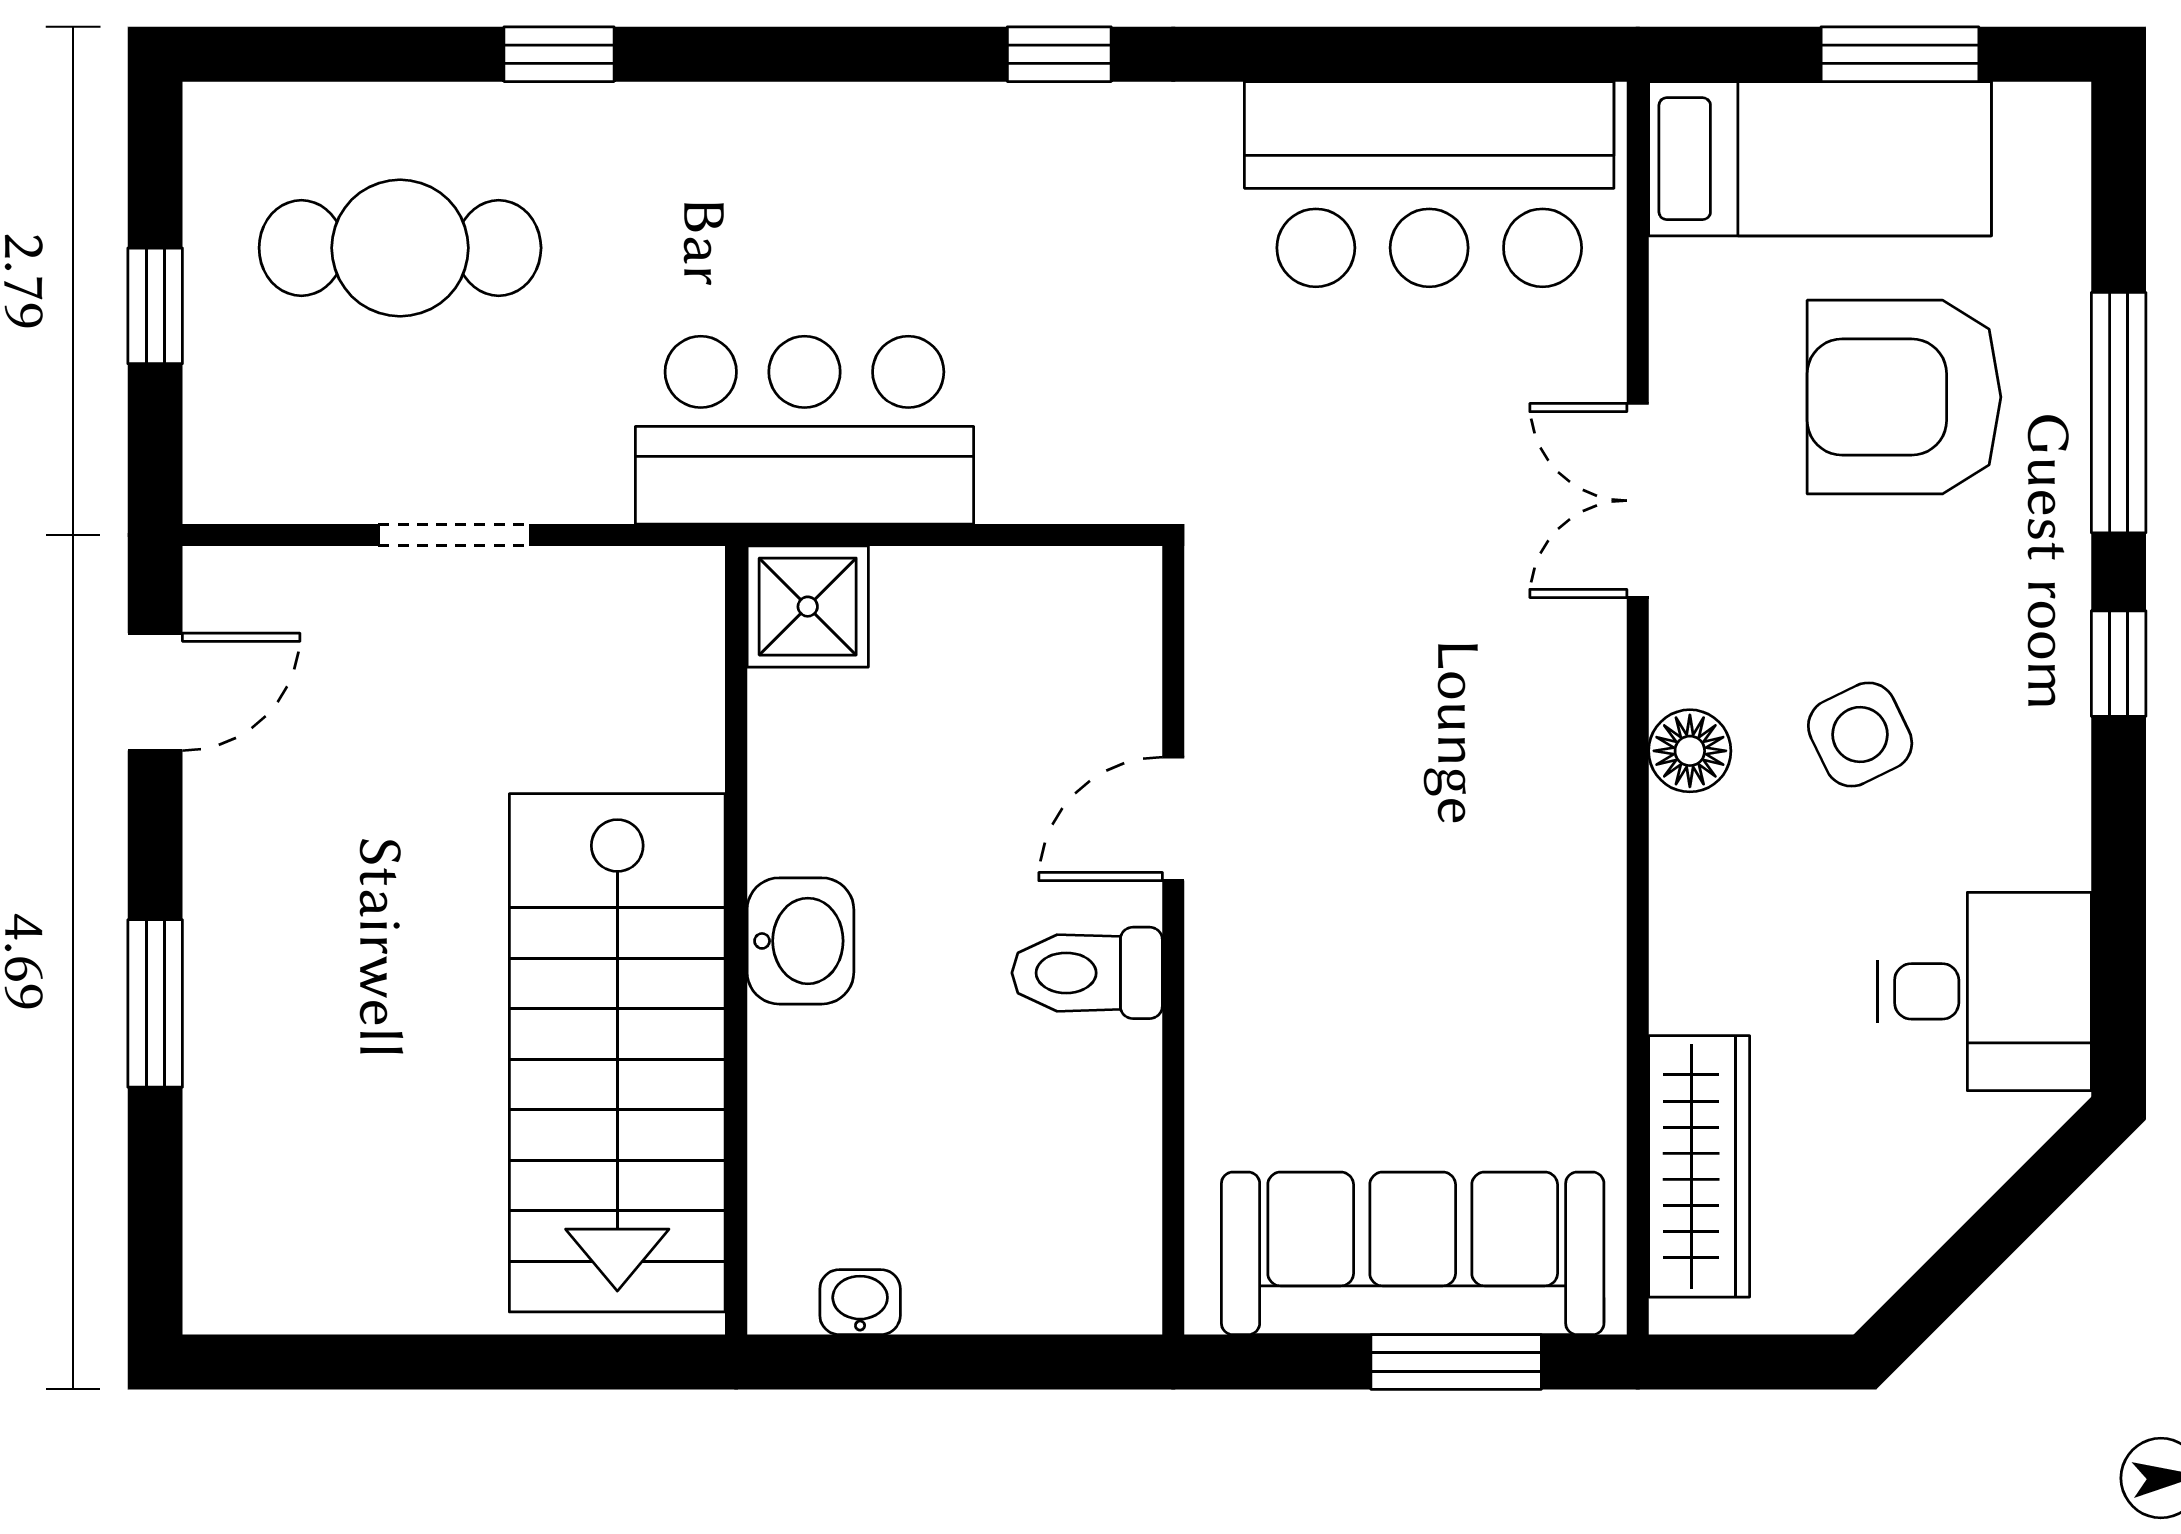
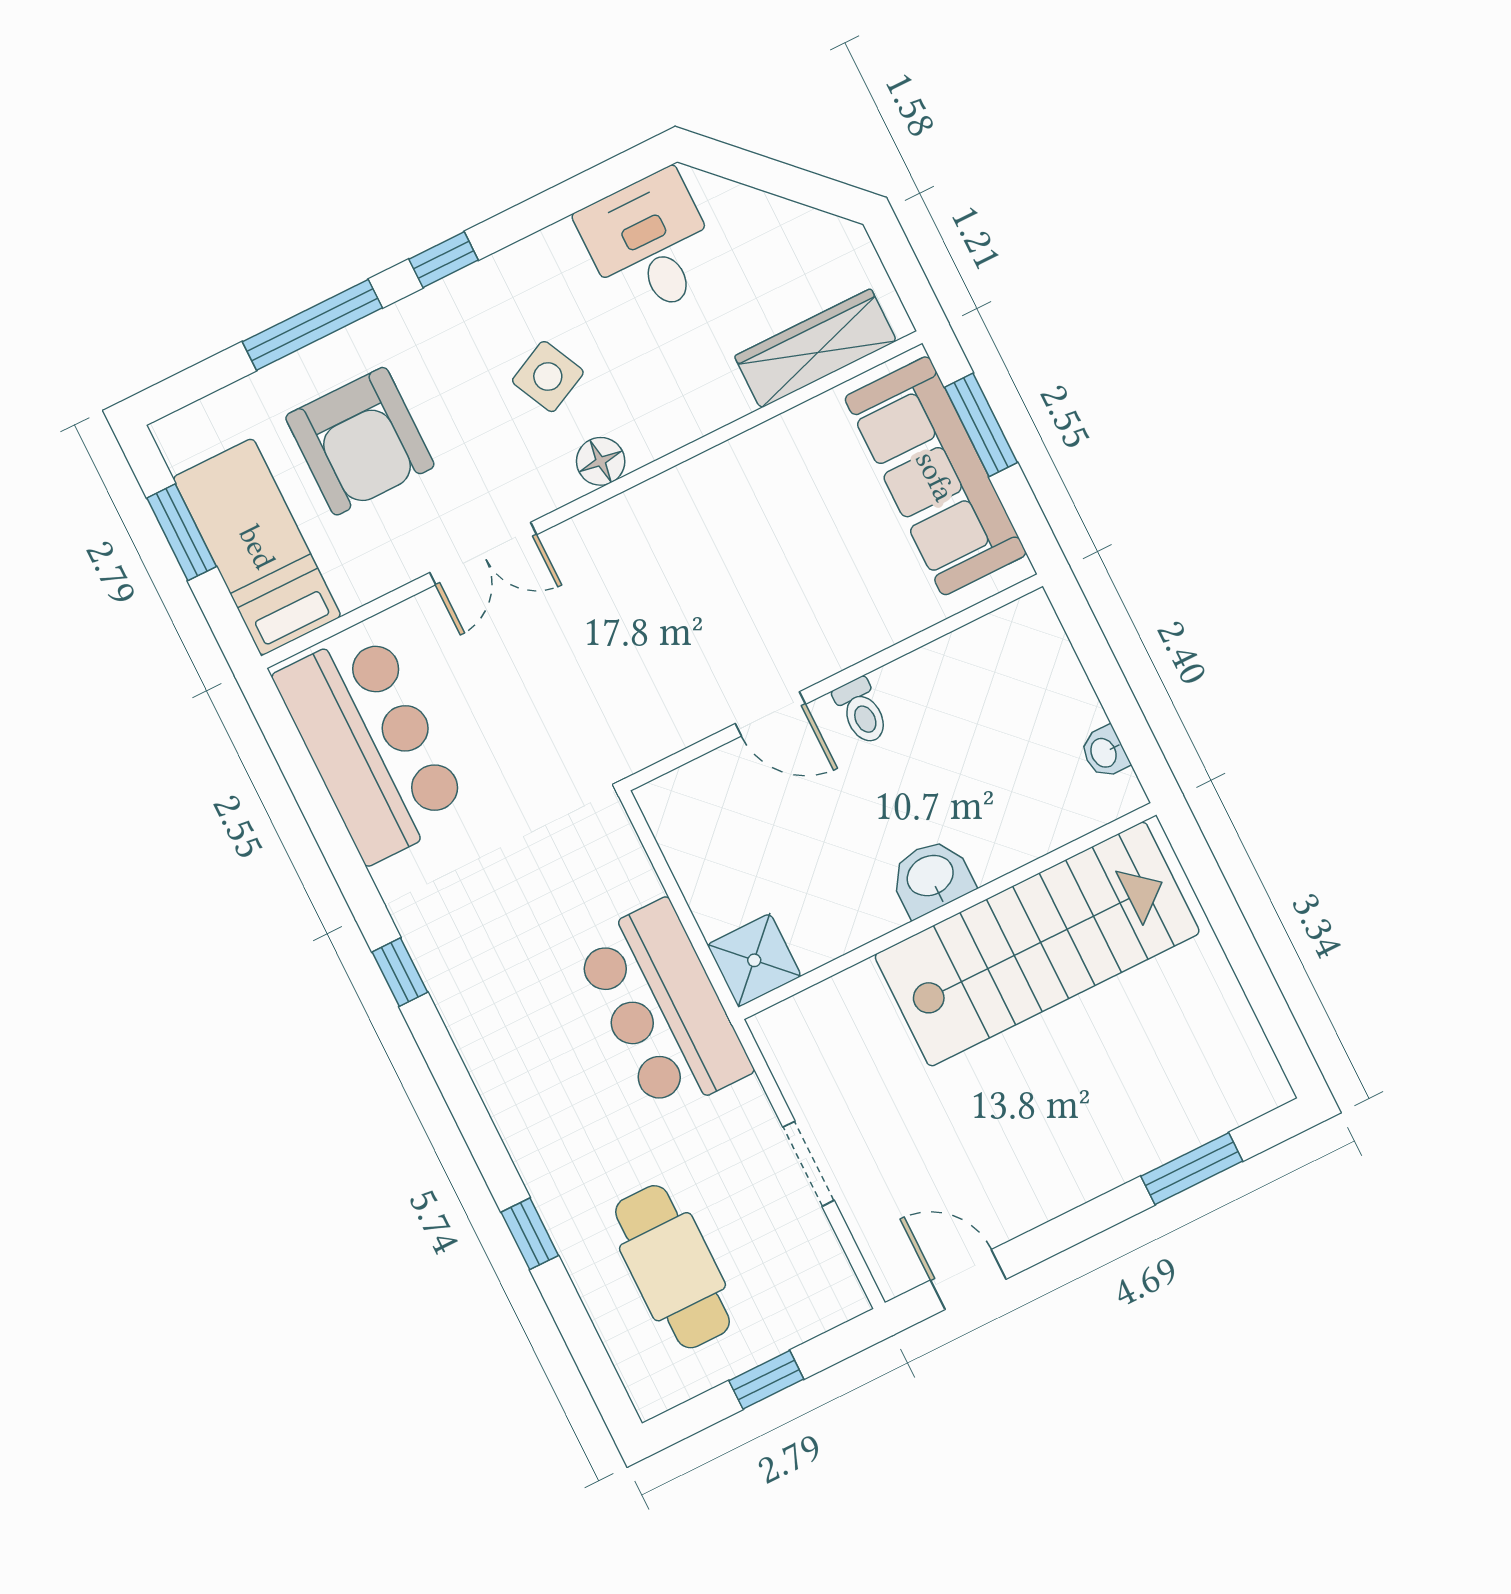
toilet: (1087, 973) -> (861, 711), width x0.73, depth x0.72
window: (155, 1003) -> (1192, 1169), moved

